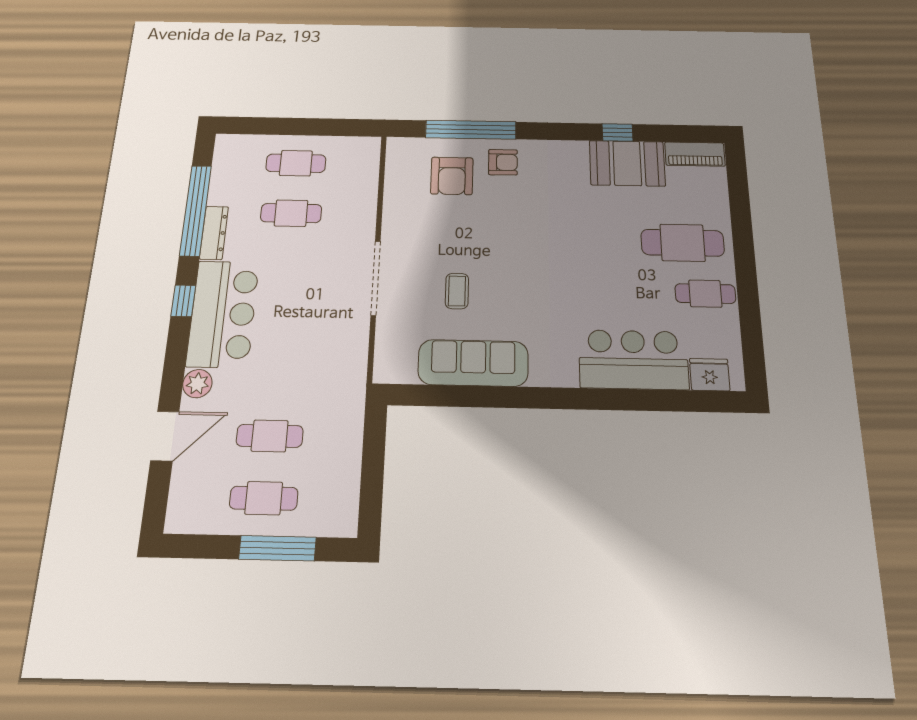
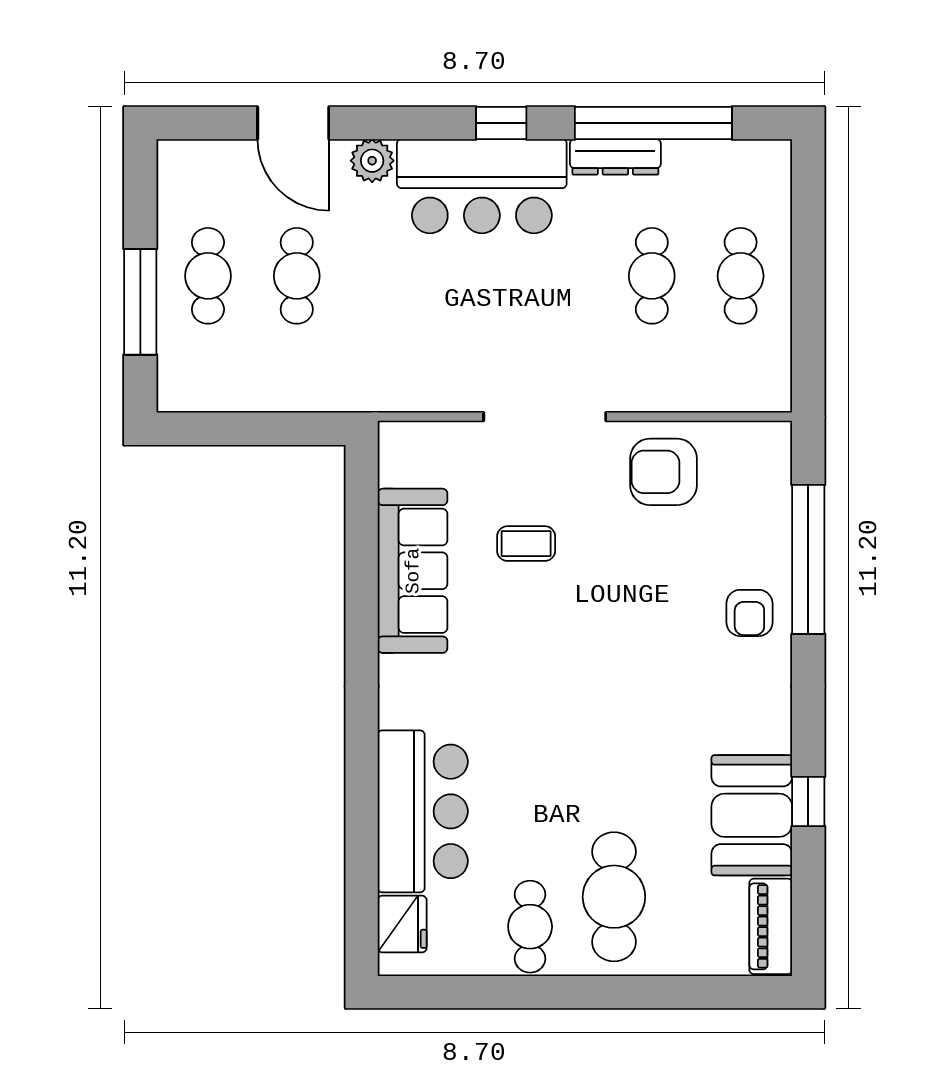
armchair: (452, 176) -> (663, 472), moved

